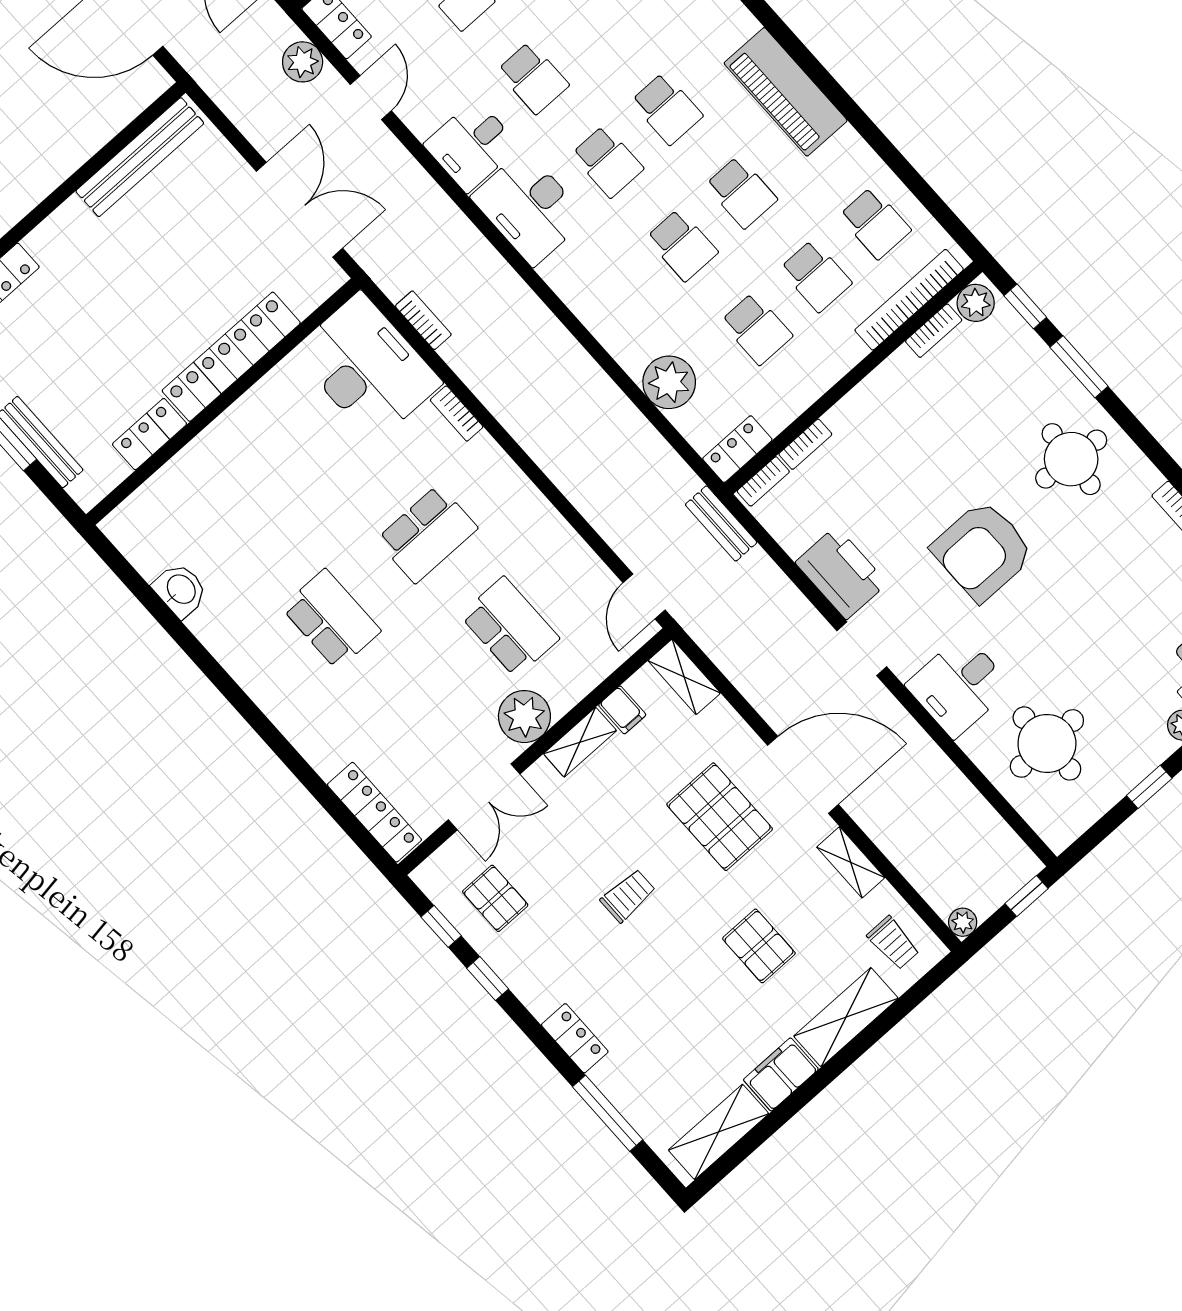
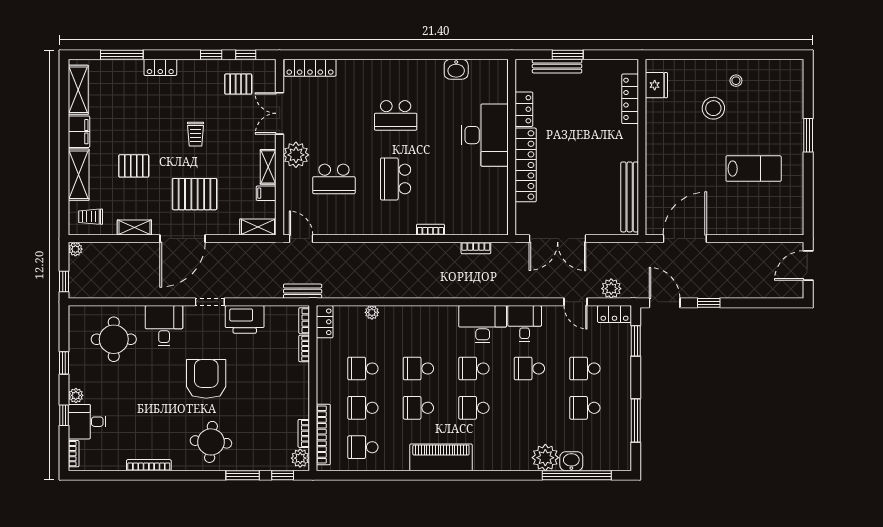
desk: (367, 367) -> (485, 135), moved, turned -90
plant: (669, 382) -> (372, 312), width x0.53, depth x0.53

